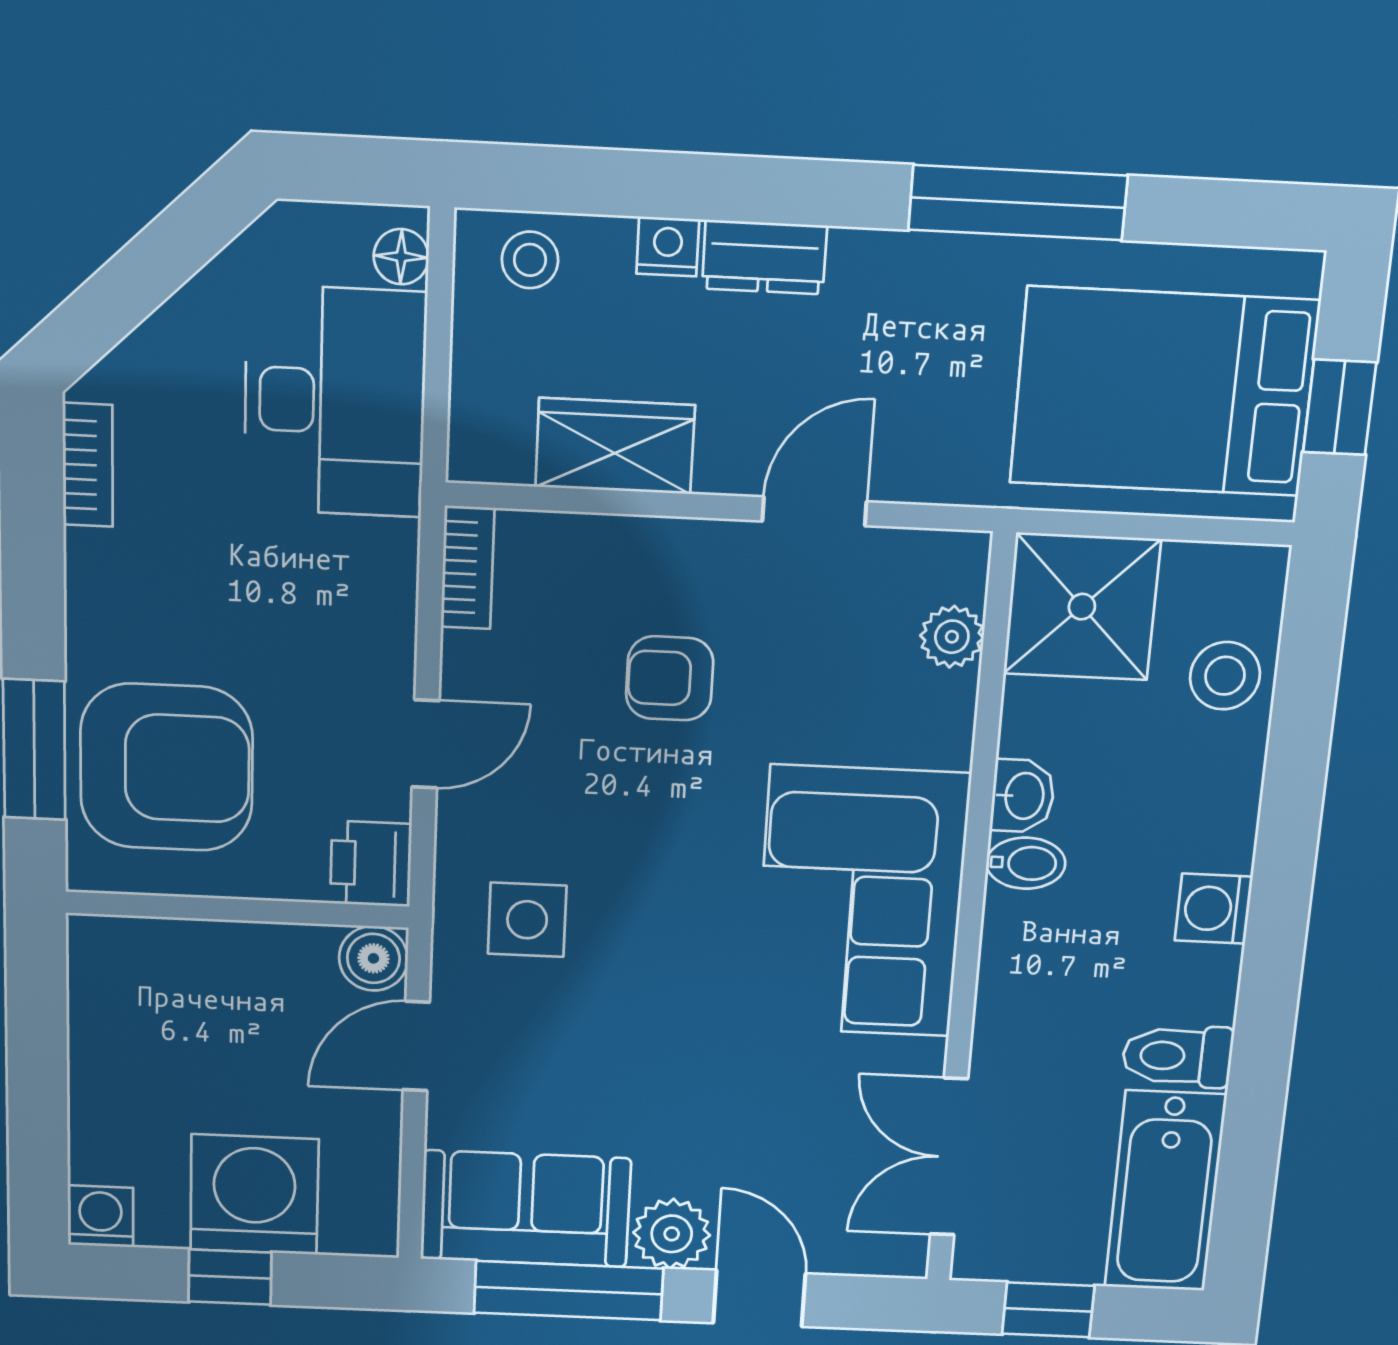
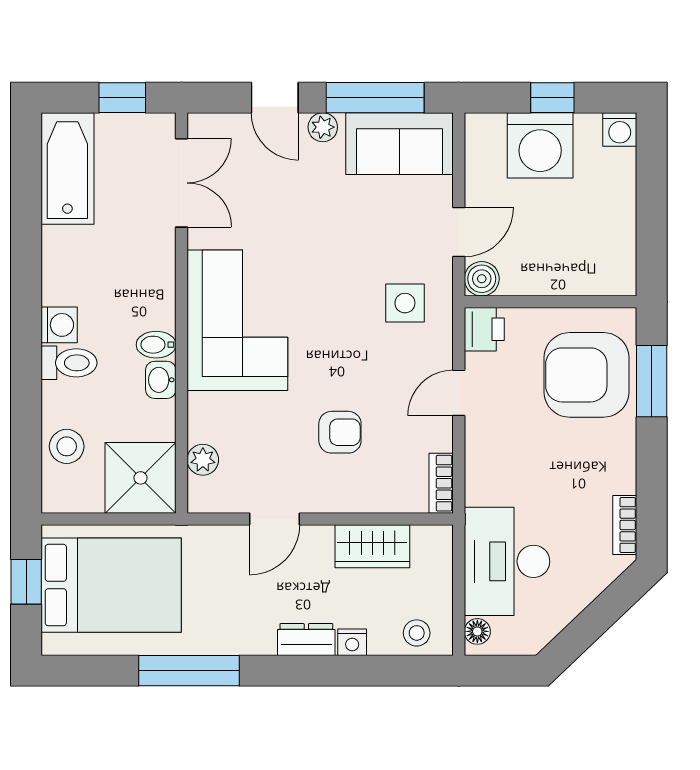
toilet: (1178, 1056) -> (69, 363), moved
plant: (672, 1234) -> (323, 127), width x0.73, depth x0.73

